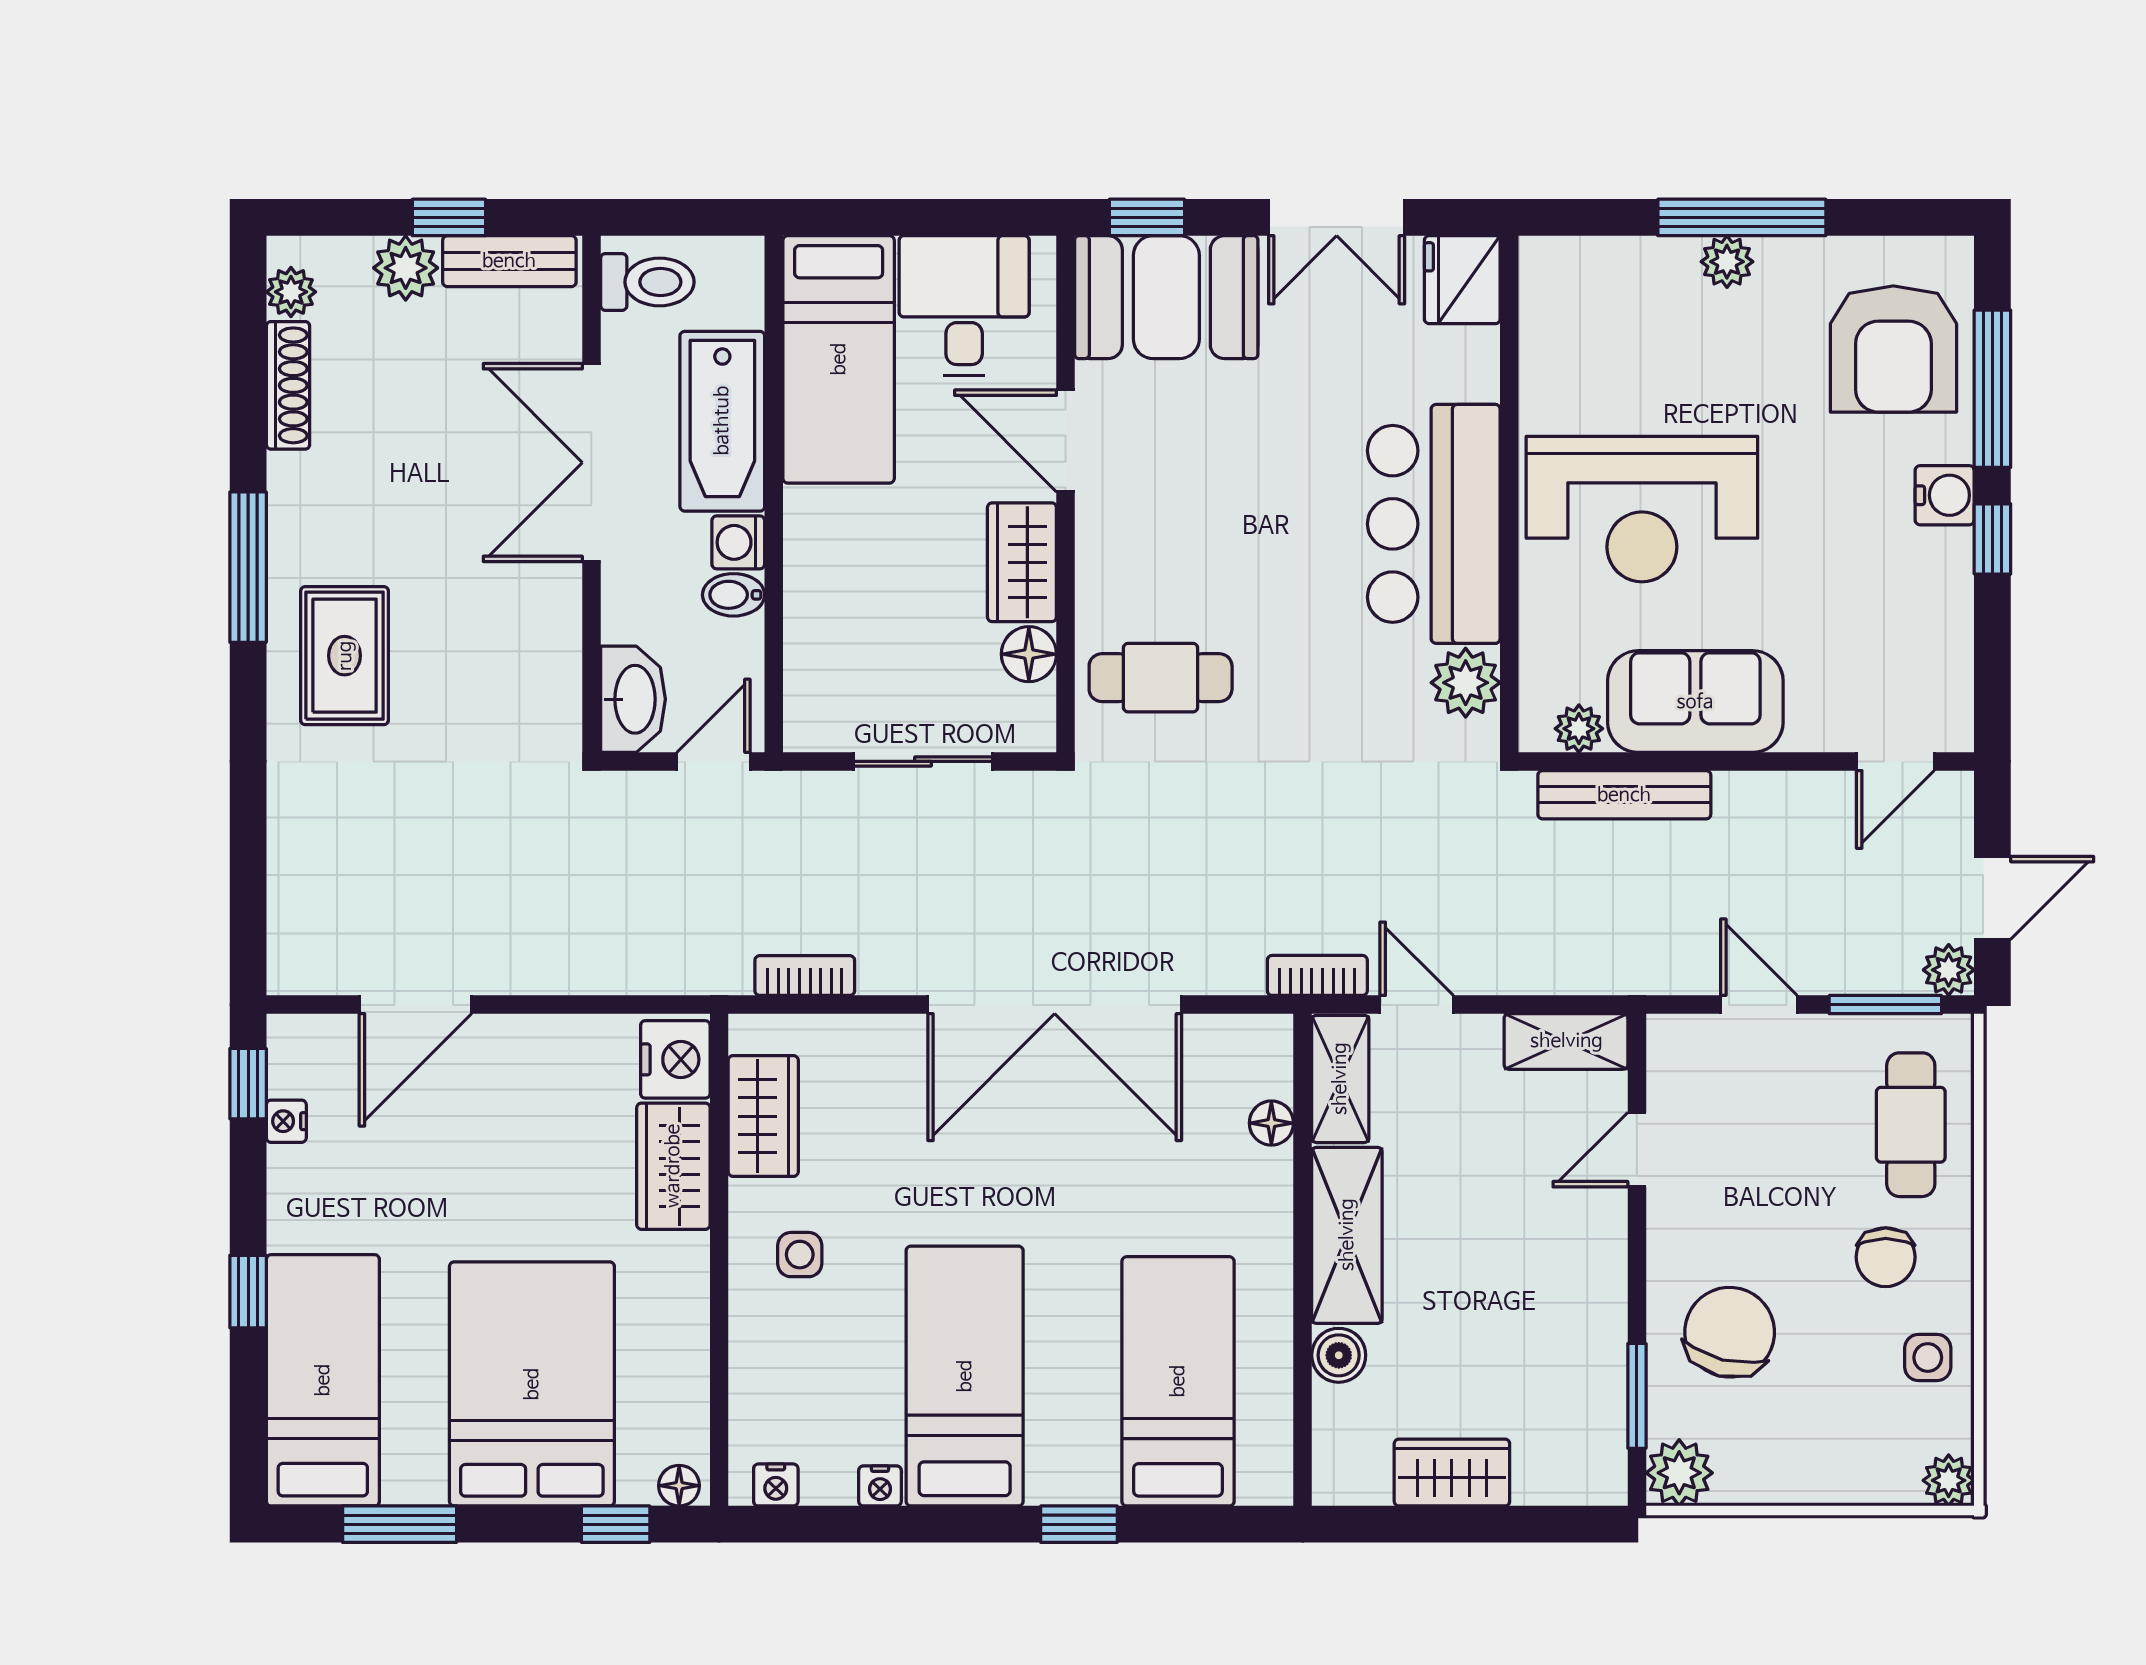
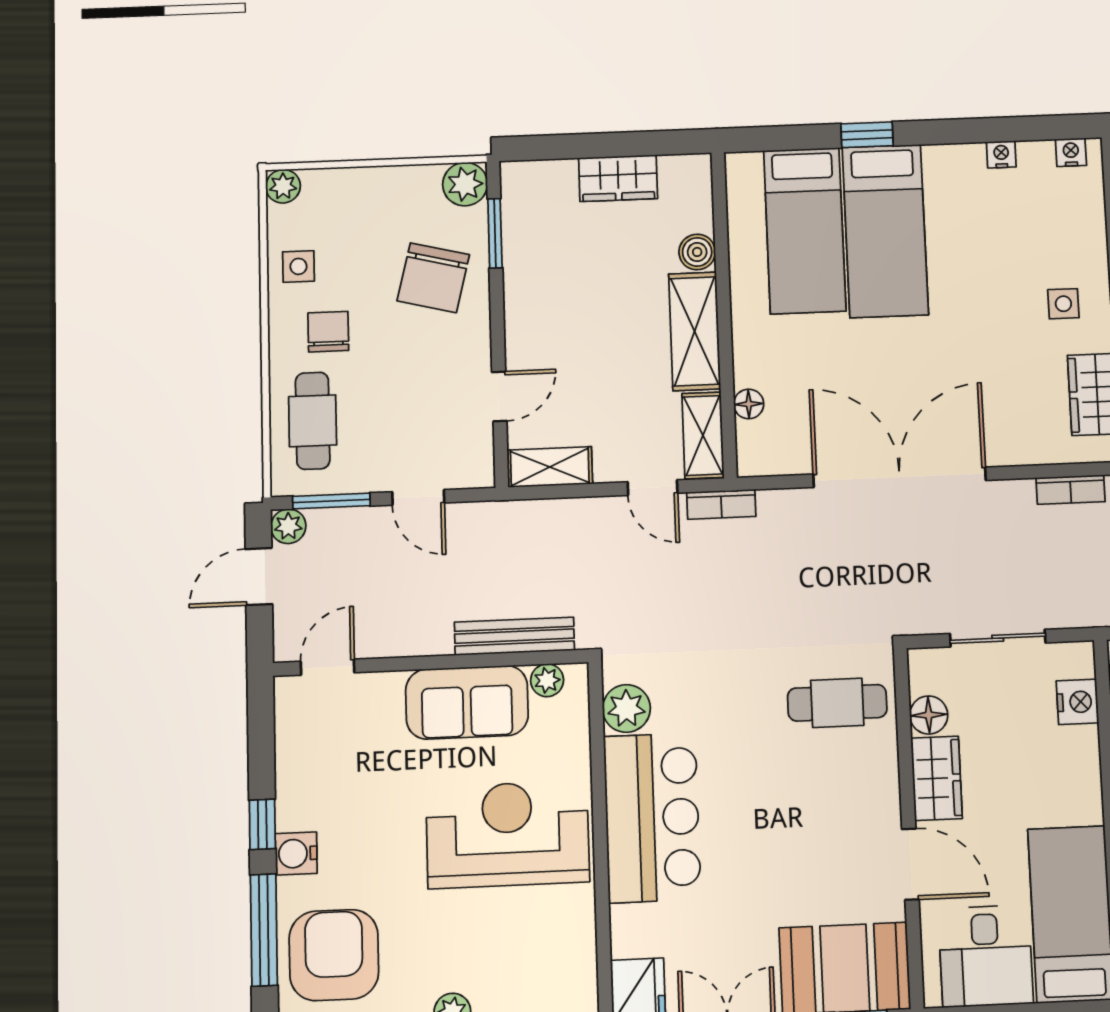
nightstand: (812, 664) -> (1077, 702), added
bed: (965, 1376) -> (885, 231), moved

